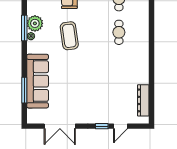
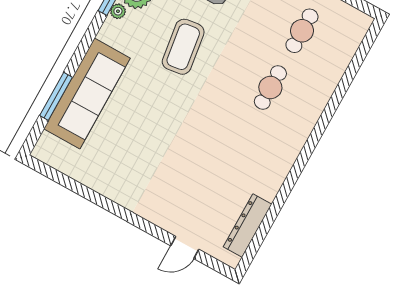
double door: (60, 126) -> (82, 190), removed
window: (102, 126) -> (153, 230), removed

